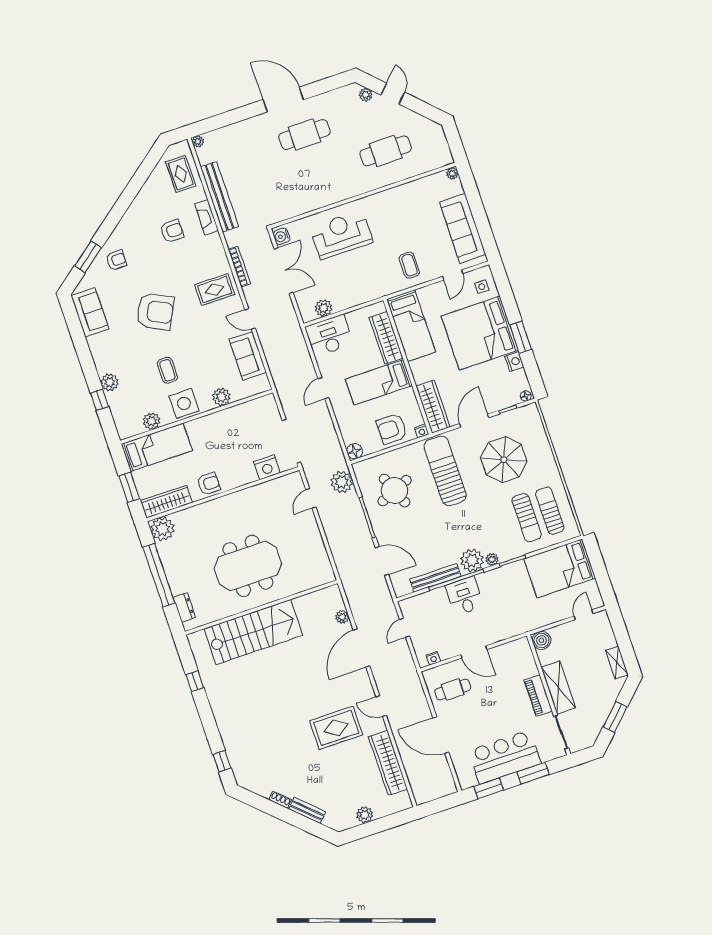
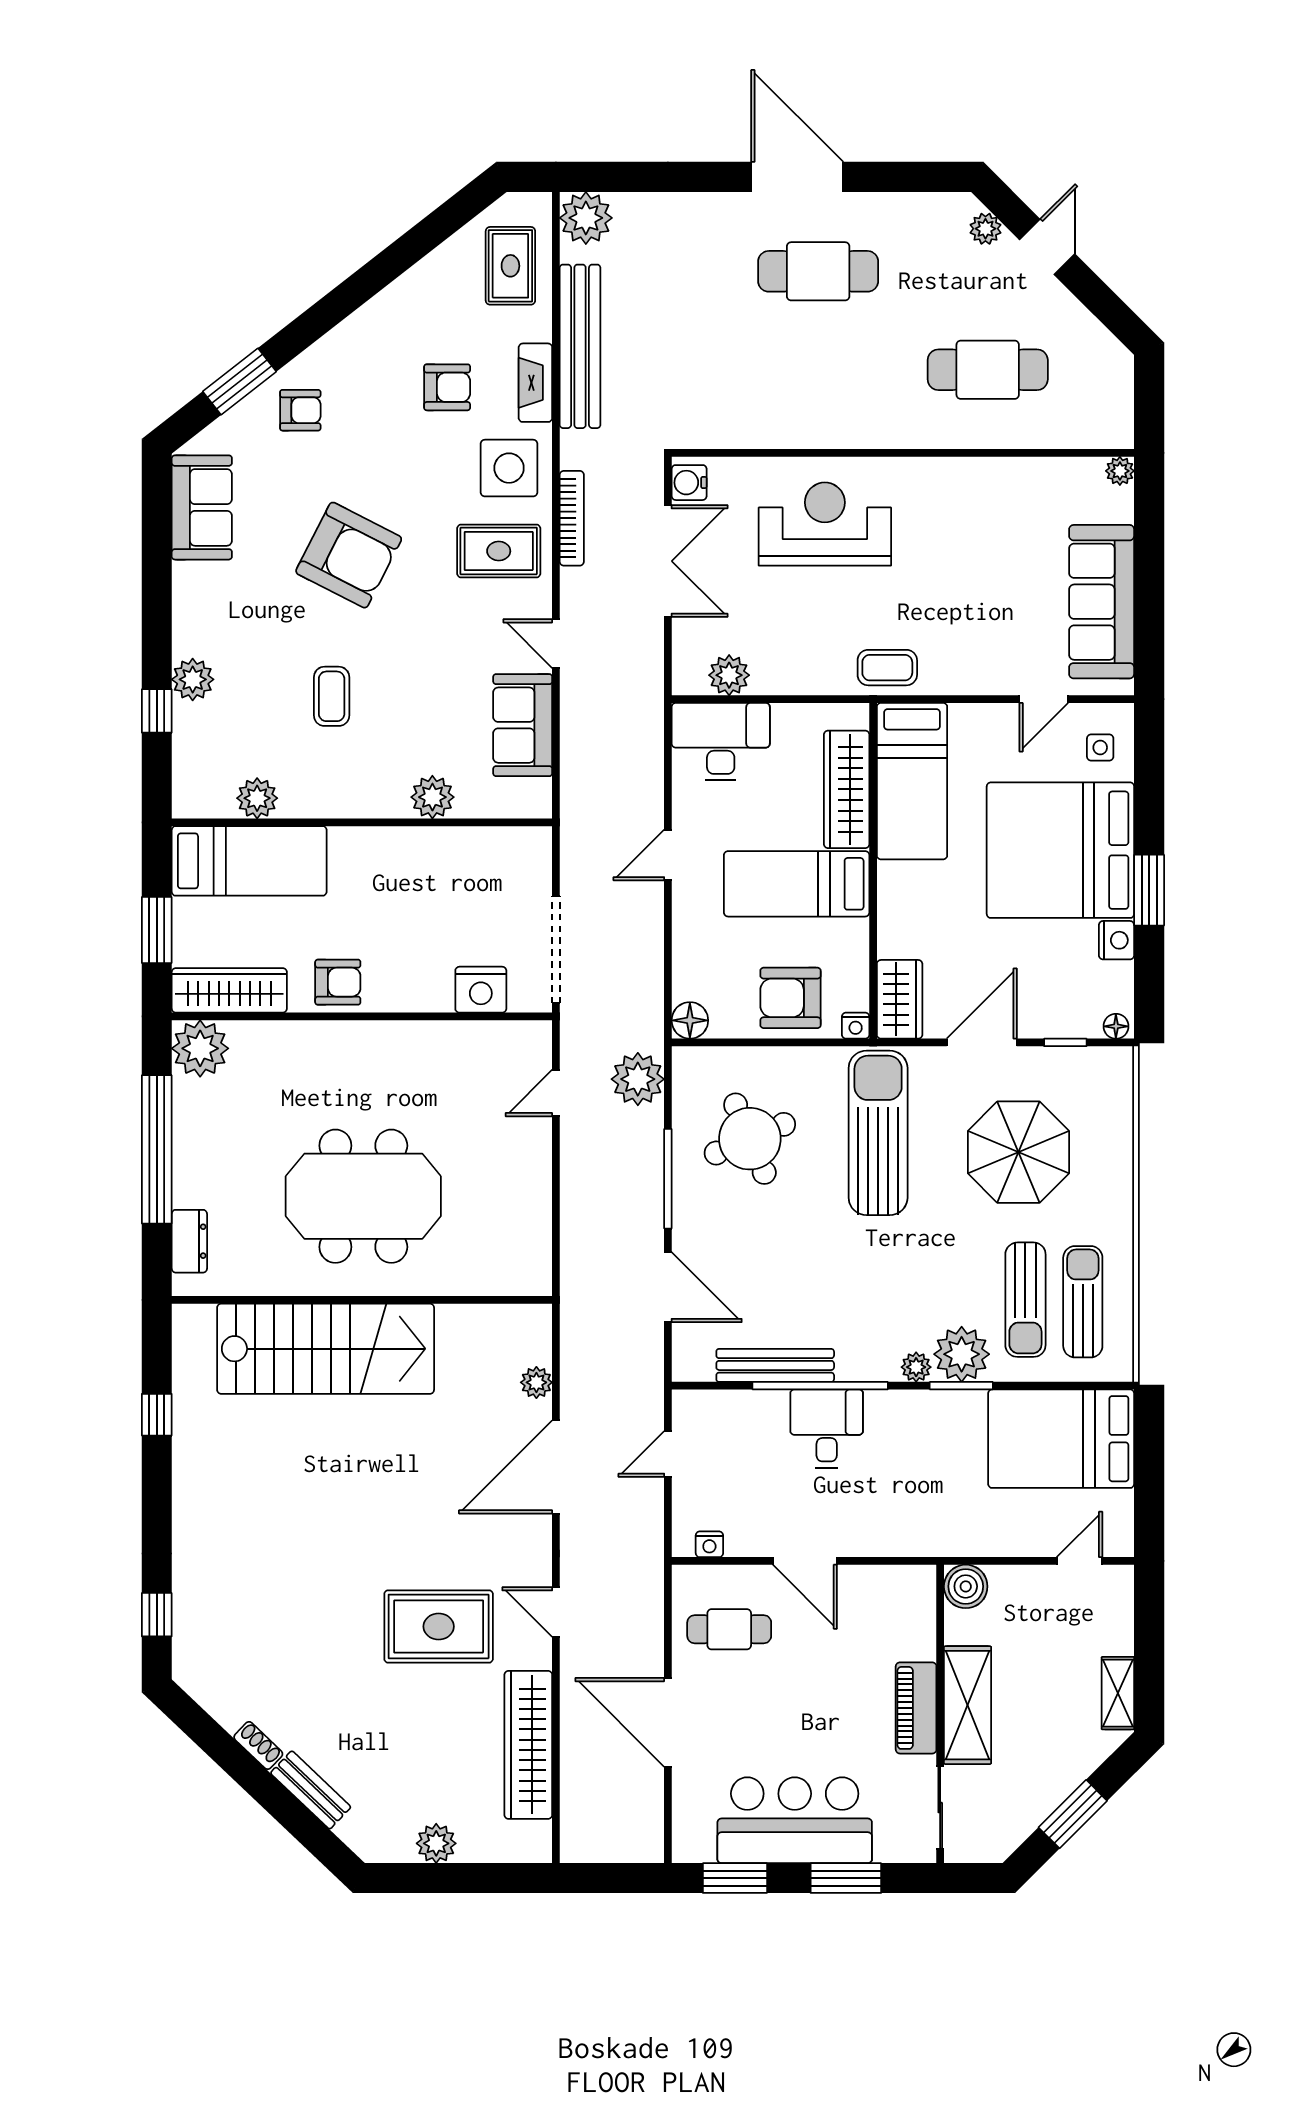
plant: (198, 141) -> (586, 218), width x1.88, depth x1.88
coffee table: (409, 265) -> (887, 668), moved, turned 90
side table: (184, 403) -> (509, 468), moved
wardrobe: (433, 407) -> (900, 999), width x0.67
plant: (472, 560) -> (962, 1354), moved

